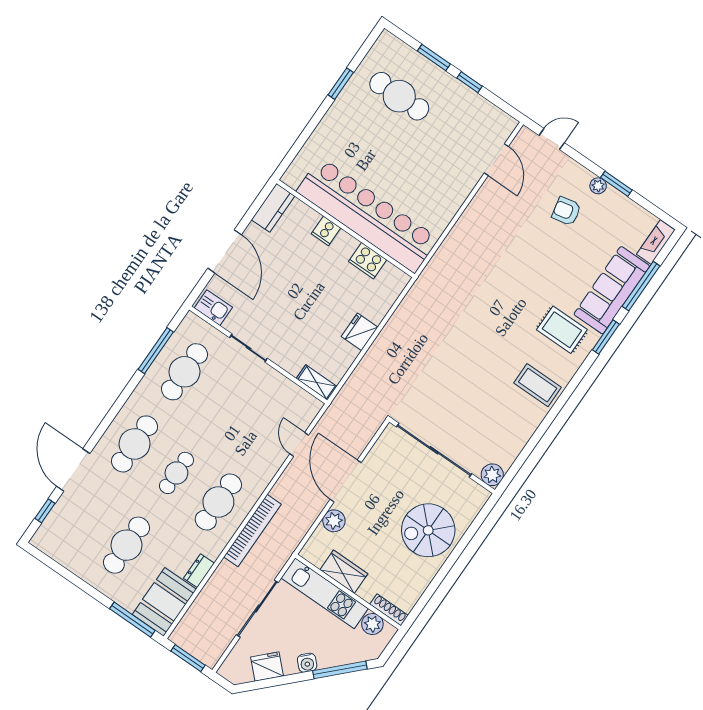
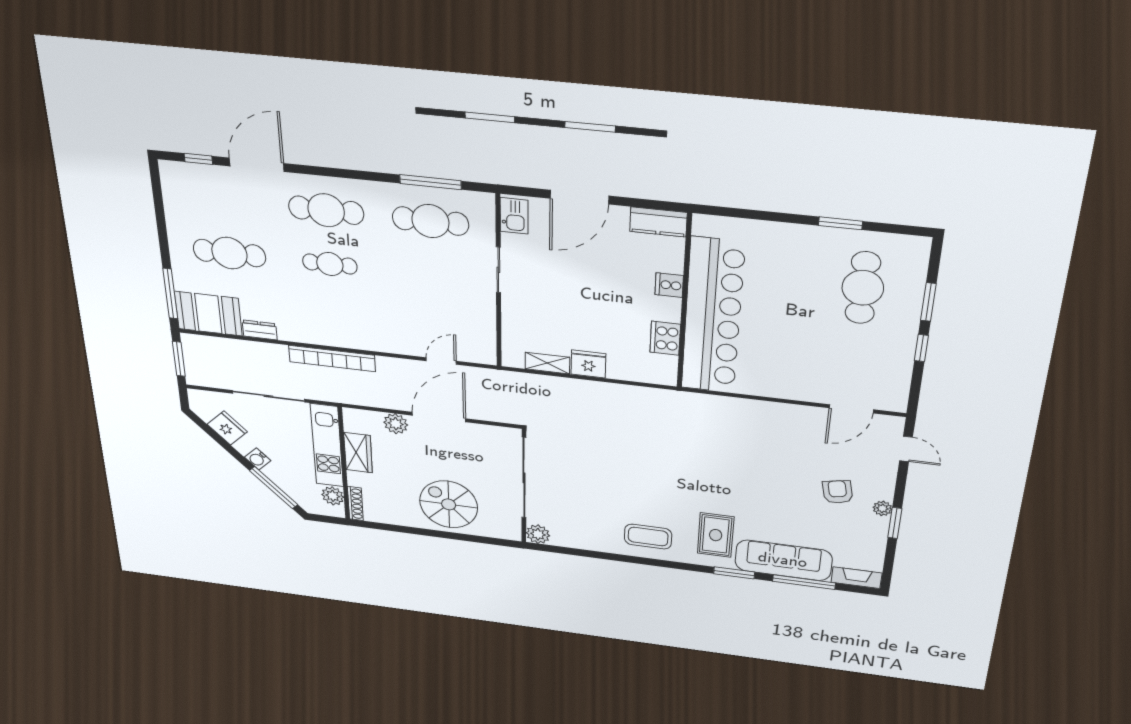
shelving: (317, 382) -> (547, 363), moved, turned 90
coffee table: (538, 385) -> (648, 537), turned 90
cafe table: (218, 502) -> (333, 316), removed

